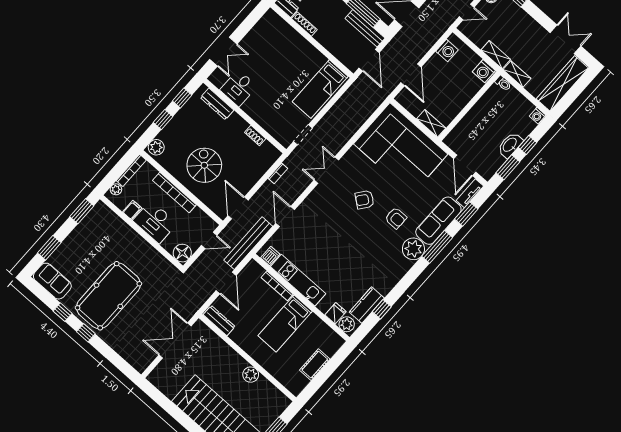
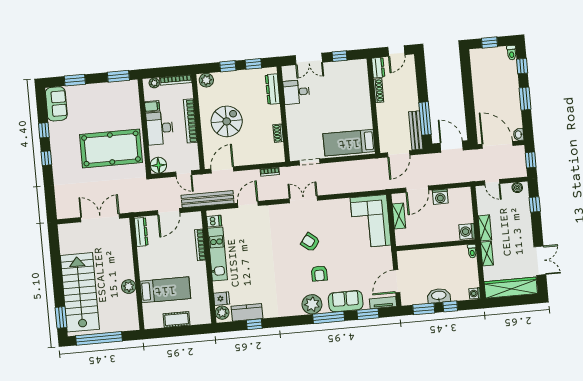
window: (246, 26) -> (340, 56), added
washing machine: (447, 51) -> (440, 197), moved
shelving: (431, 123) -> (399, 216), moved
corner sofa: (401, 149) -> (371, 221), width x0.73, depth x0.74
sofa: (438, 221) -> (346, 301), width x0.73
pool table: (108, 296) -> (111, 148), moved
bed: (285, 323) -> (165, 290), moved, turned 180

